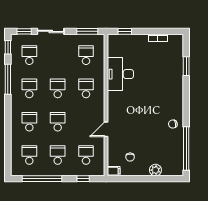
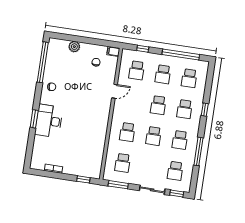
window: (8, 47) -> (205, 110), moved
window: (186, 66) -> (34, 119), moved
desk: (120, 74) -> (49, 121), moved, turned 180

